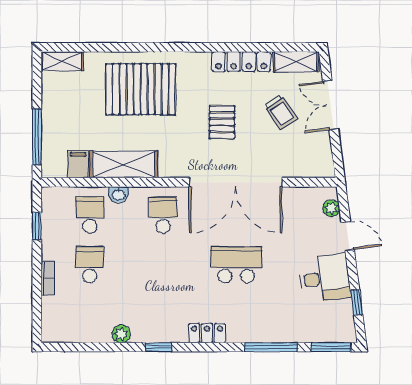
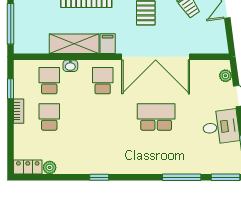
filing cabinet: (78, 164) -> (108, 44), moved
bookcase: (48, 278) -> (19, 111), moved
locker: (207, 333) -> (28, 167), moved
plant: (121, 334) -> (50, 167), moved

